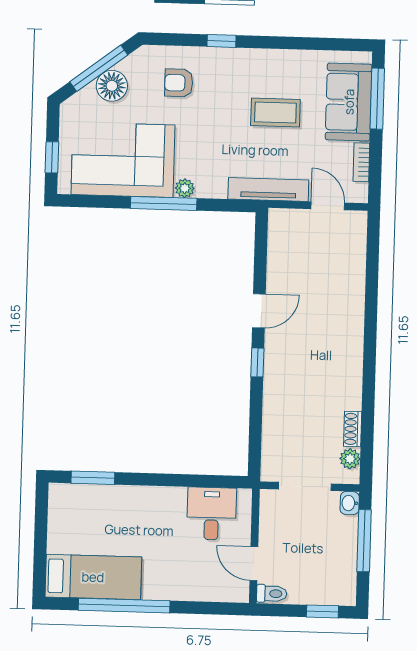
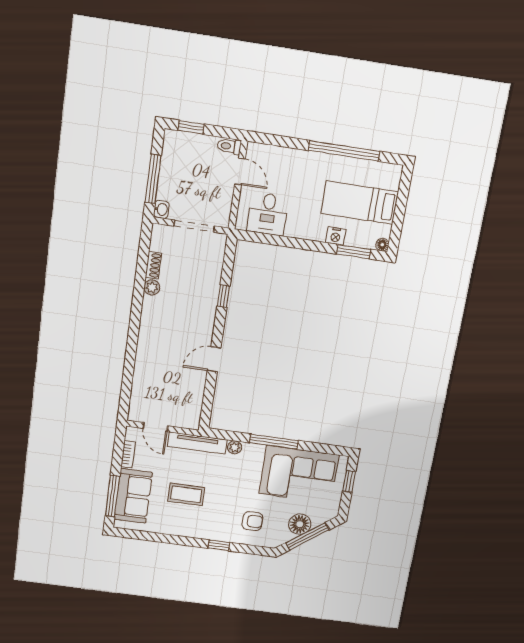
plant: (185, 188) -> (235, 447), moved
window: (257, 362) -> (223, 296), moved
plant: (350, 459) -> (152, 287), moved
floor lamp: (57, 491) -> (382, 245), added
nightstand: (119, 495) -> (336, 236), added
bed: (93, 577) -> (360, 203), moved

